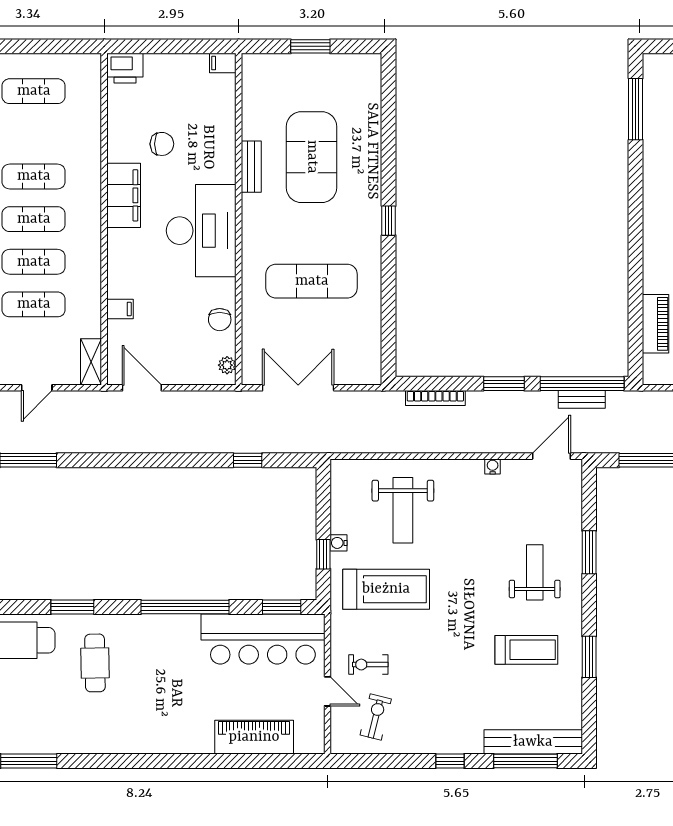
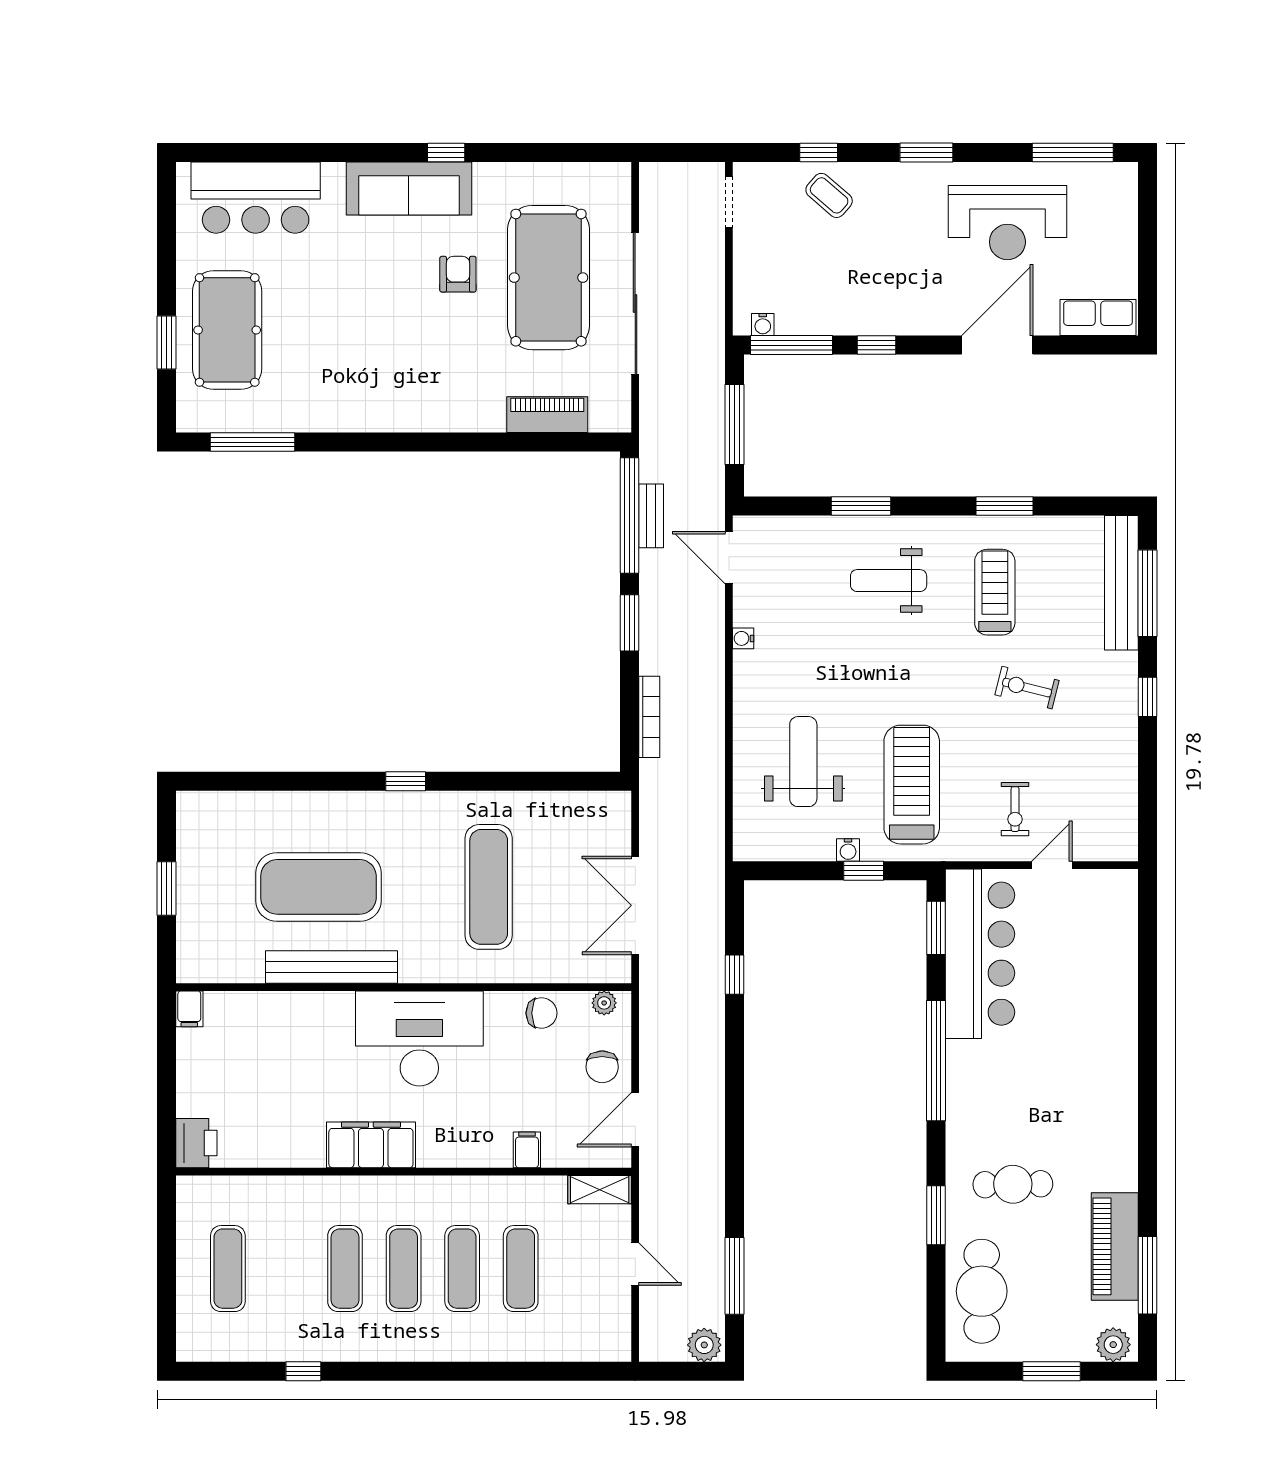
chair: (162, 144) -> (602, 1067), moved, turned 180
bench: (251, 167) -> (331, 967), width x1.86, depth x1.21
weight bench: (403, 510) -> (803, 762), turned -90
exercise bike: (376, 717) -> (1027, 688), moved
piano: (254, 737) -> (1115, 1246), moved

